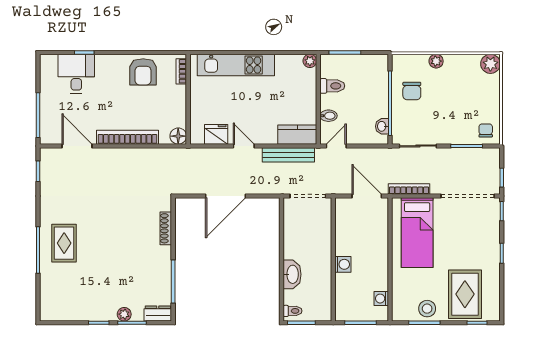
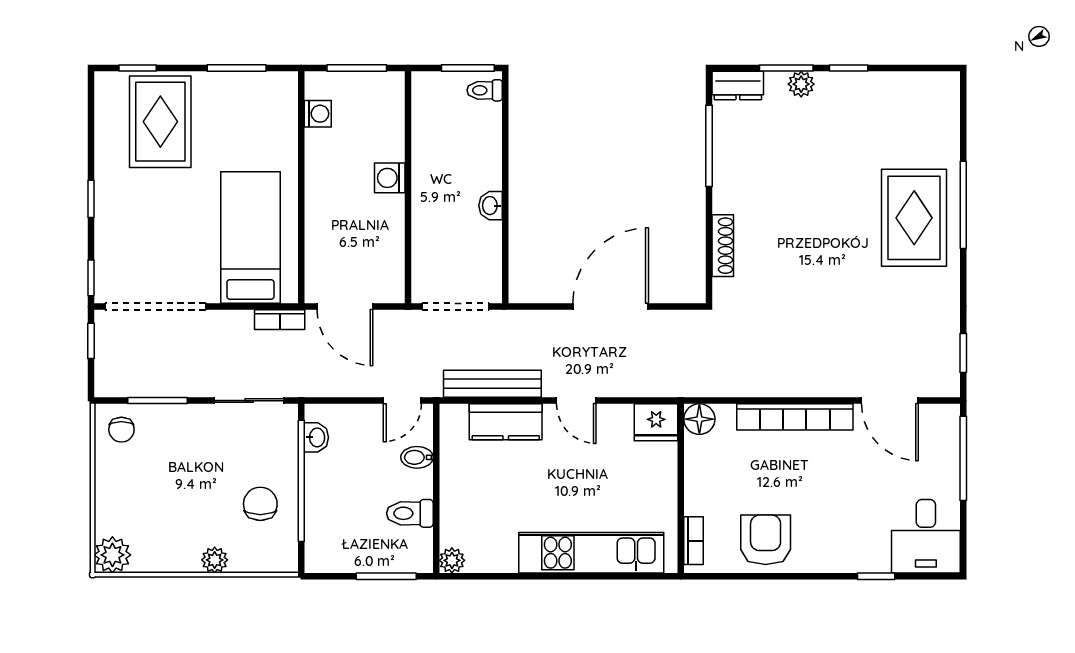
desk: (76, 74) -> (926, 536), moved
fridge: (216, 134) -> (656, 422), moved
kitchen counter: (297, 135) -> (506, 422), moved
bookcase: (409, 189) -> (280, 320), width x0.64
rug: (64, 243) -> (914, 218), width x1.36, depth x1.43
washbasin: (292, 274) -> (491, 206), moved, width x0.52, depth x0.69
stool: (427, 309) -> (232, 95), removed

